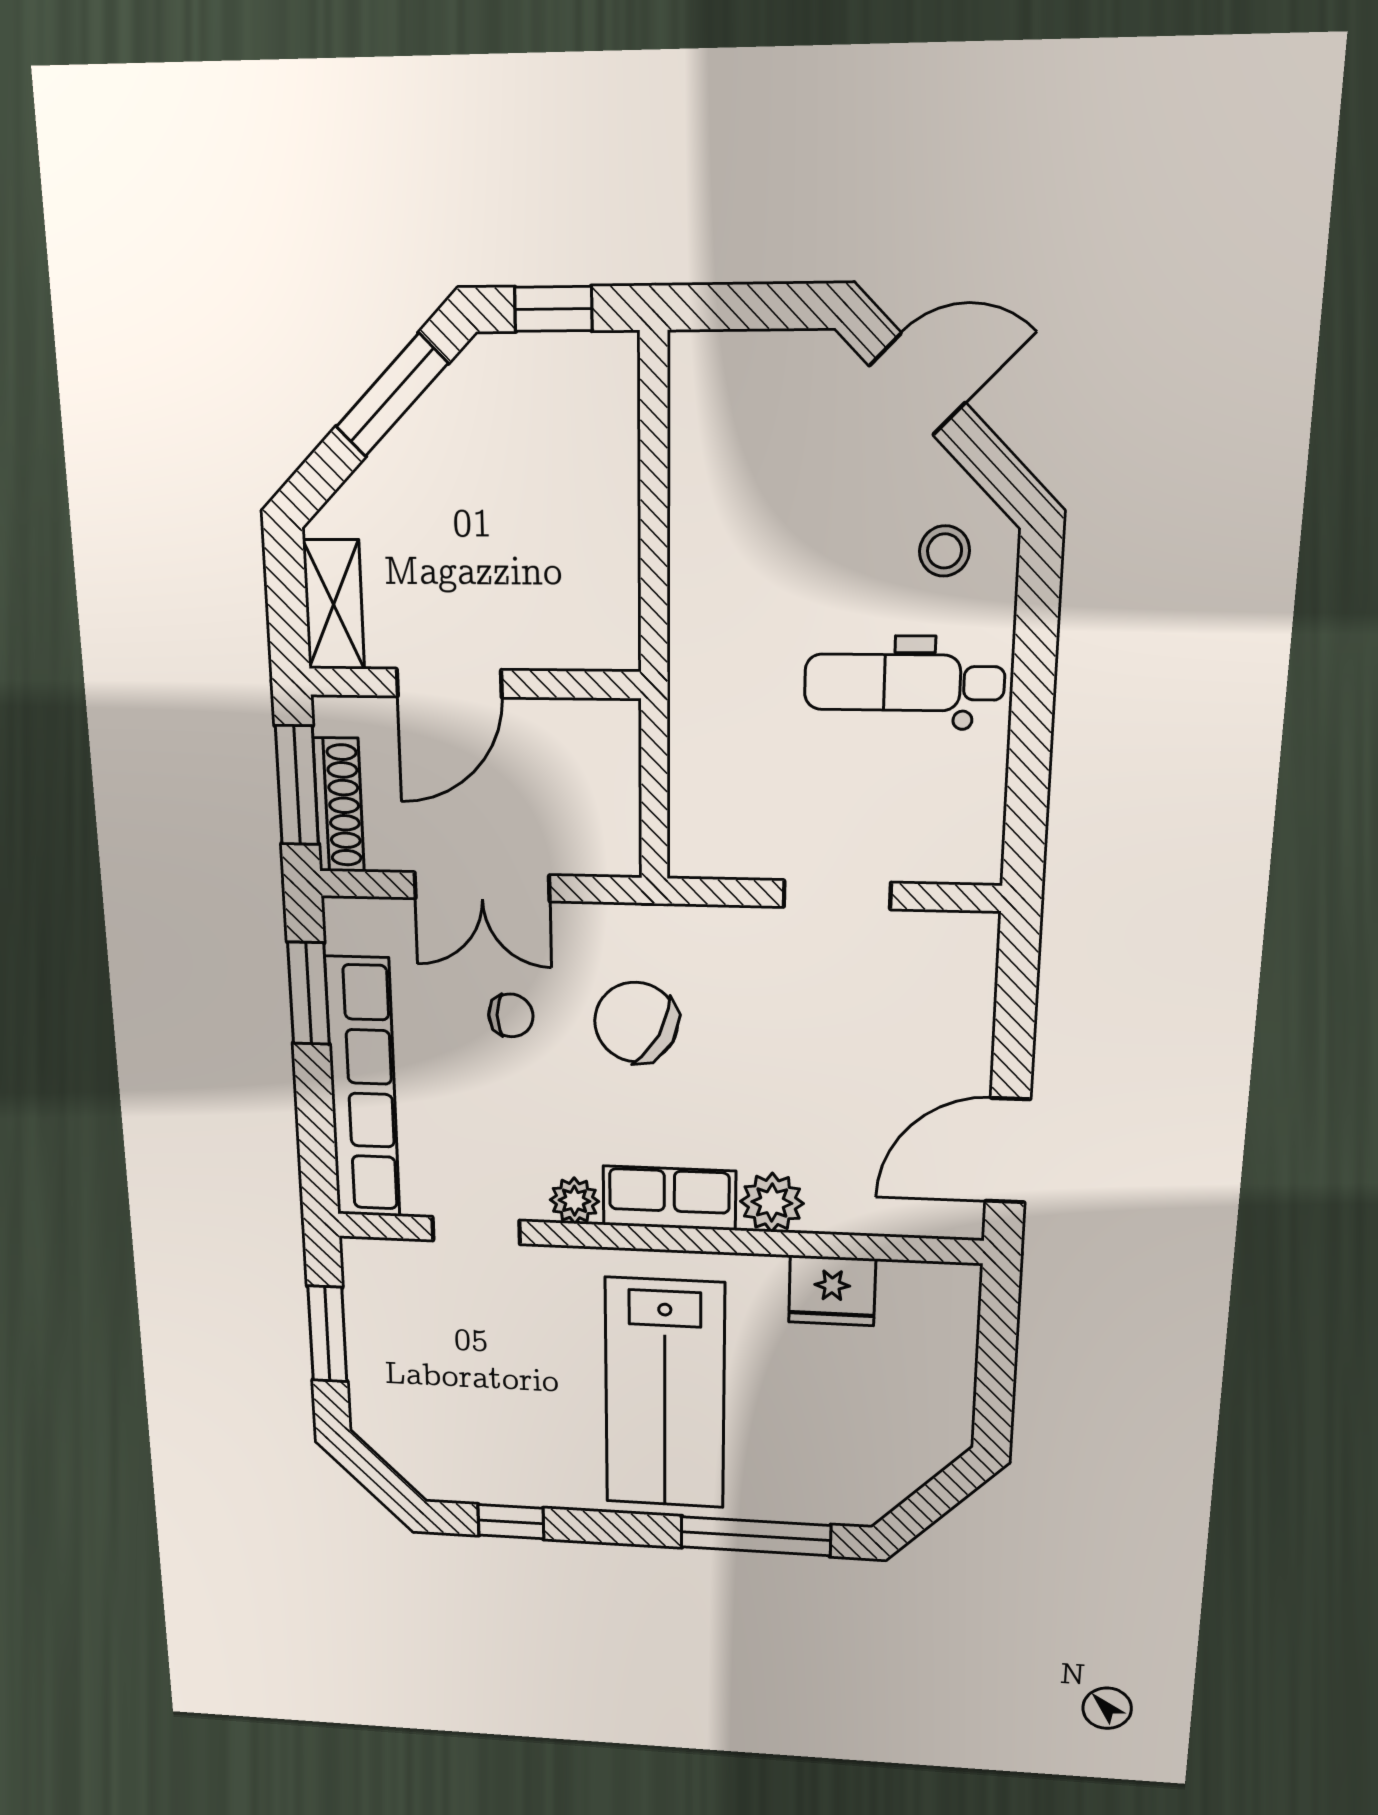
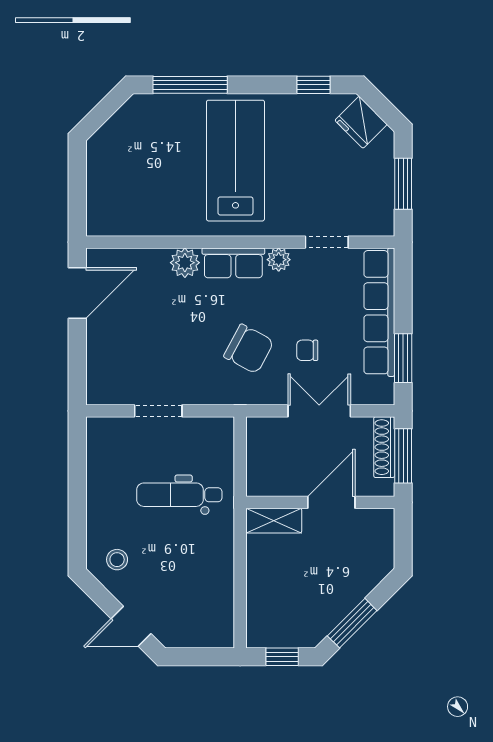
shelving: (334, 605) -> (274, 521), moved, turned 90
dental chair: (904, 683) -> (179, 495), moved, turned 180
fridge: (832, 1291) -> (361, 122), moved, turned -135

